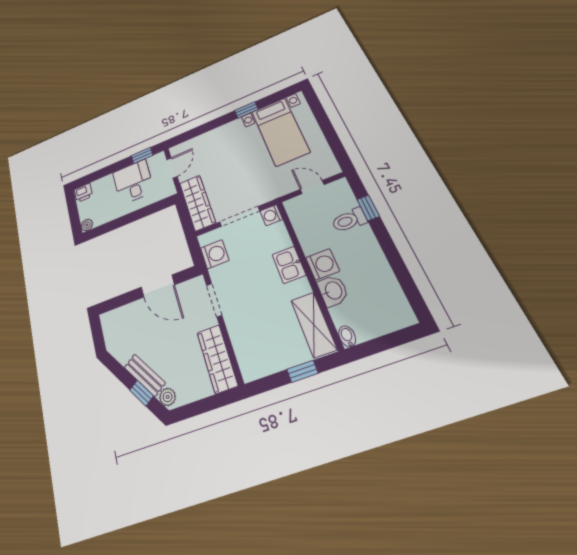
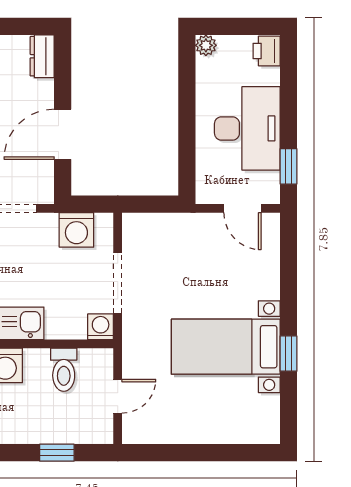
bed with nightstands: (280, 132) -> (226, 347), moved
desk: (133, 182) -> (247, 128), width x1.37
wardrobe: (197, 203) -> (166, 230), removed
toilet: (349, 220) -> (64, 370), moved, turned 180
dresser: (113, 317) -> (42, 56), added

